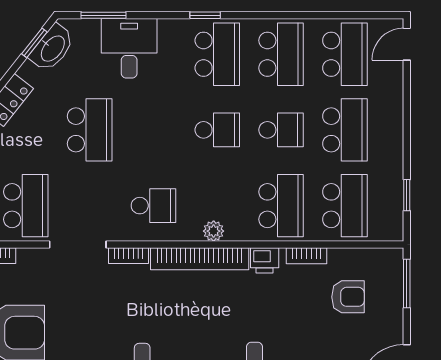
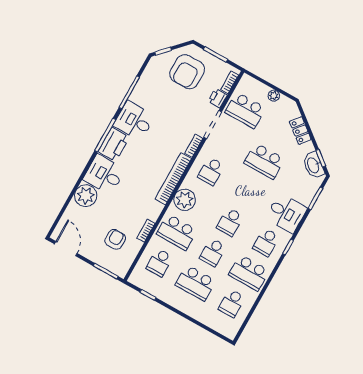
door: (407, 44) -> (220, 335), removed
desk: (129, 48) -> (286, 213), moved
school desk: (217, 54) -> (266, 242), width x0.54
school desk: (345, 54) -> (232, 303), width x0.54
school desk: (345, 206) -> (160, 262), width x0.54
plant: (214, 231) -> (185, 200), width x1.88, depth x1.88
printer: (265, 260) -> (218, 98), moved
armchair: (348, 297) -> (115, 239), turned 180

